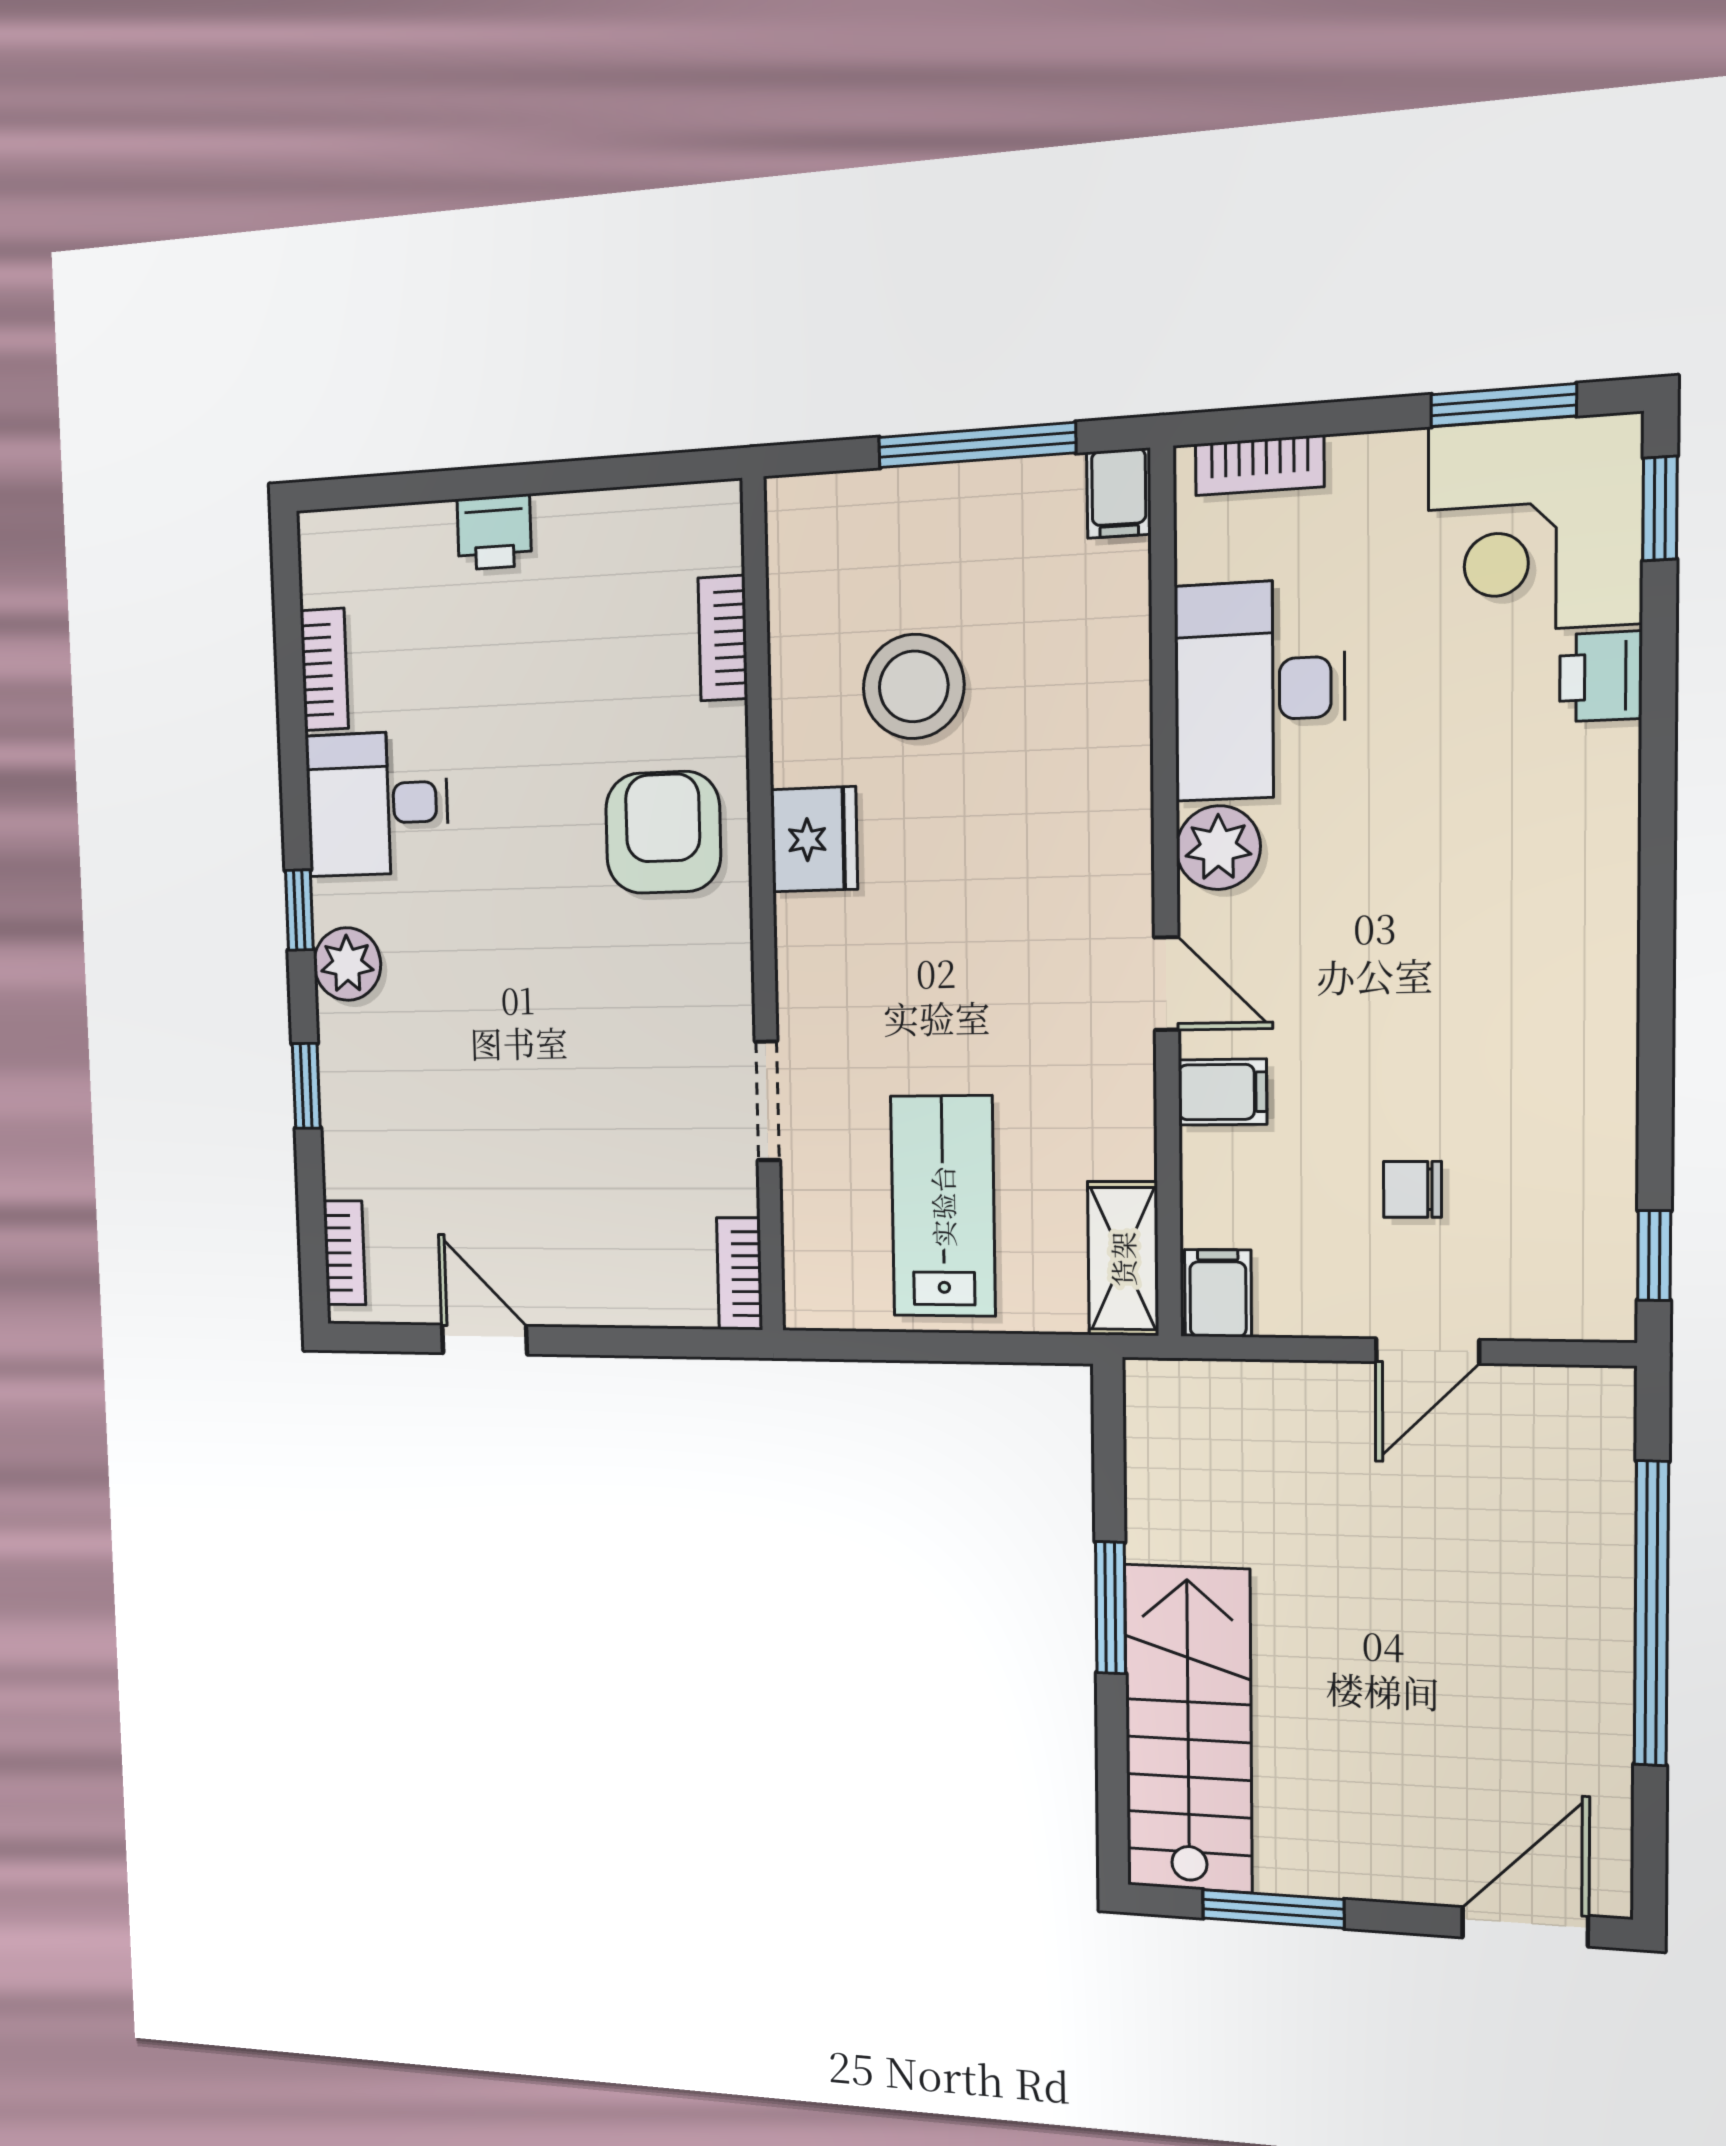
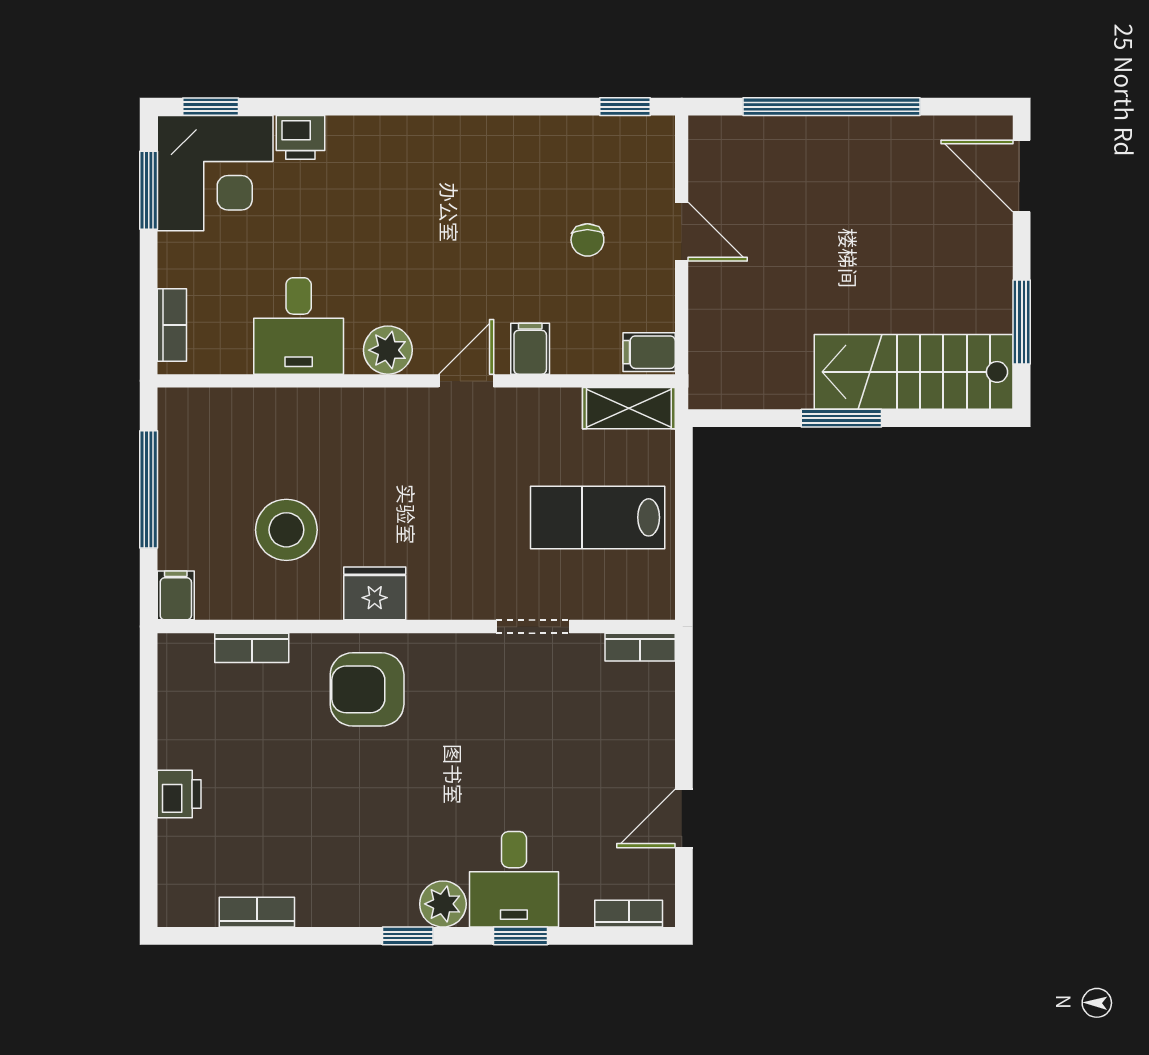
filing cabinet: (1119, 493) -> (176, 595), moved, turned -90
desk: (1259, 690) -> (299, 326), width x0.73
desk: (377, 804) -> (514, 879), moved

